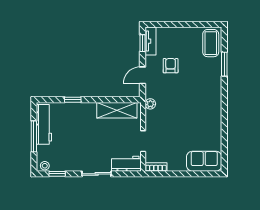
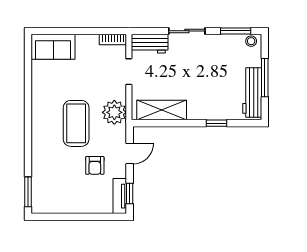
coffee table: (211, 43) -> (76, 123), moved, width x1.36, depth x1.32
window: (224, 64) -> (28, 192), moved
plant: (150, 104) -> (114, 112), width x1.88, depth x1.88
window: (57, 174) -> (236, 31), width x1.50

